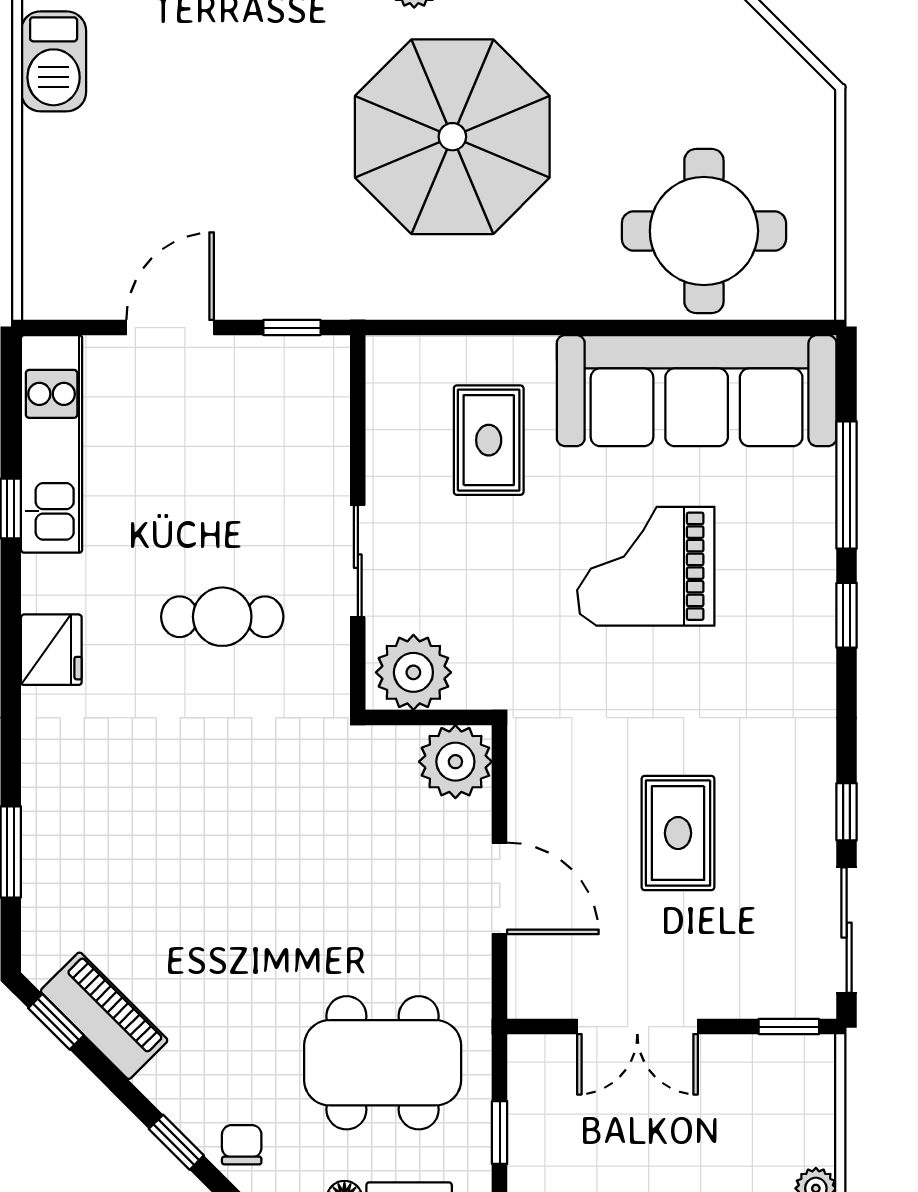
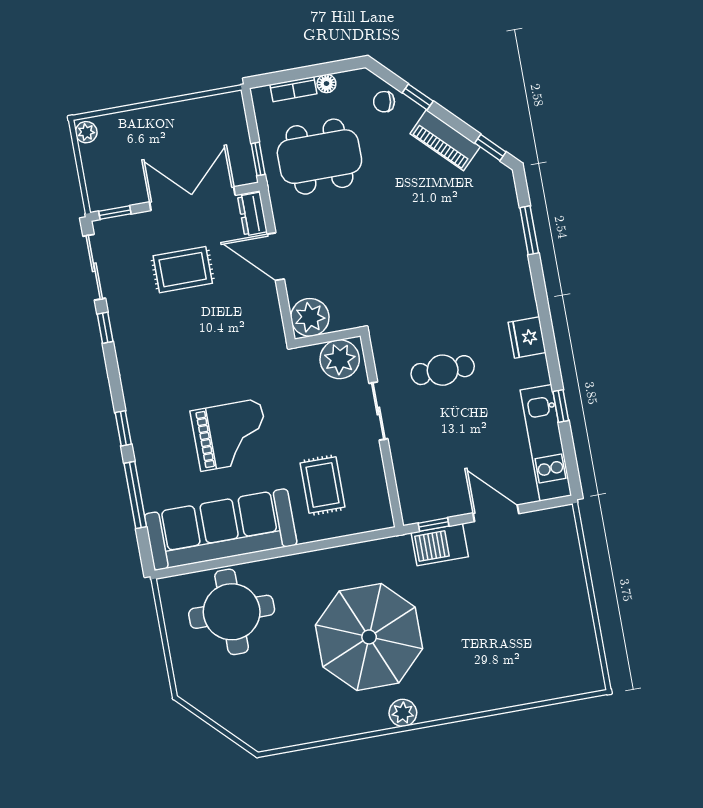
barbecue: (54, 61) -> (440, 545), moved, turned -90
door: (170, 328) -> (496, 513), swing flipped
rug: (678, 833) -> (183, 270), moved, turned 90
dresser: (529, 977) -> (252, 214), added
piano: (104, 1016) -> (445, 140), moved
double door: (637, 1027) -> (192, 199), width x1.37
window: (500, 1132) -> (258, 159), moved
chair: (242, 1145) -> (384, 102), turned 101

